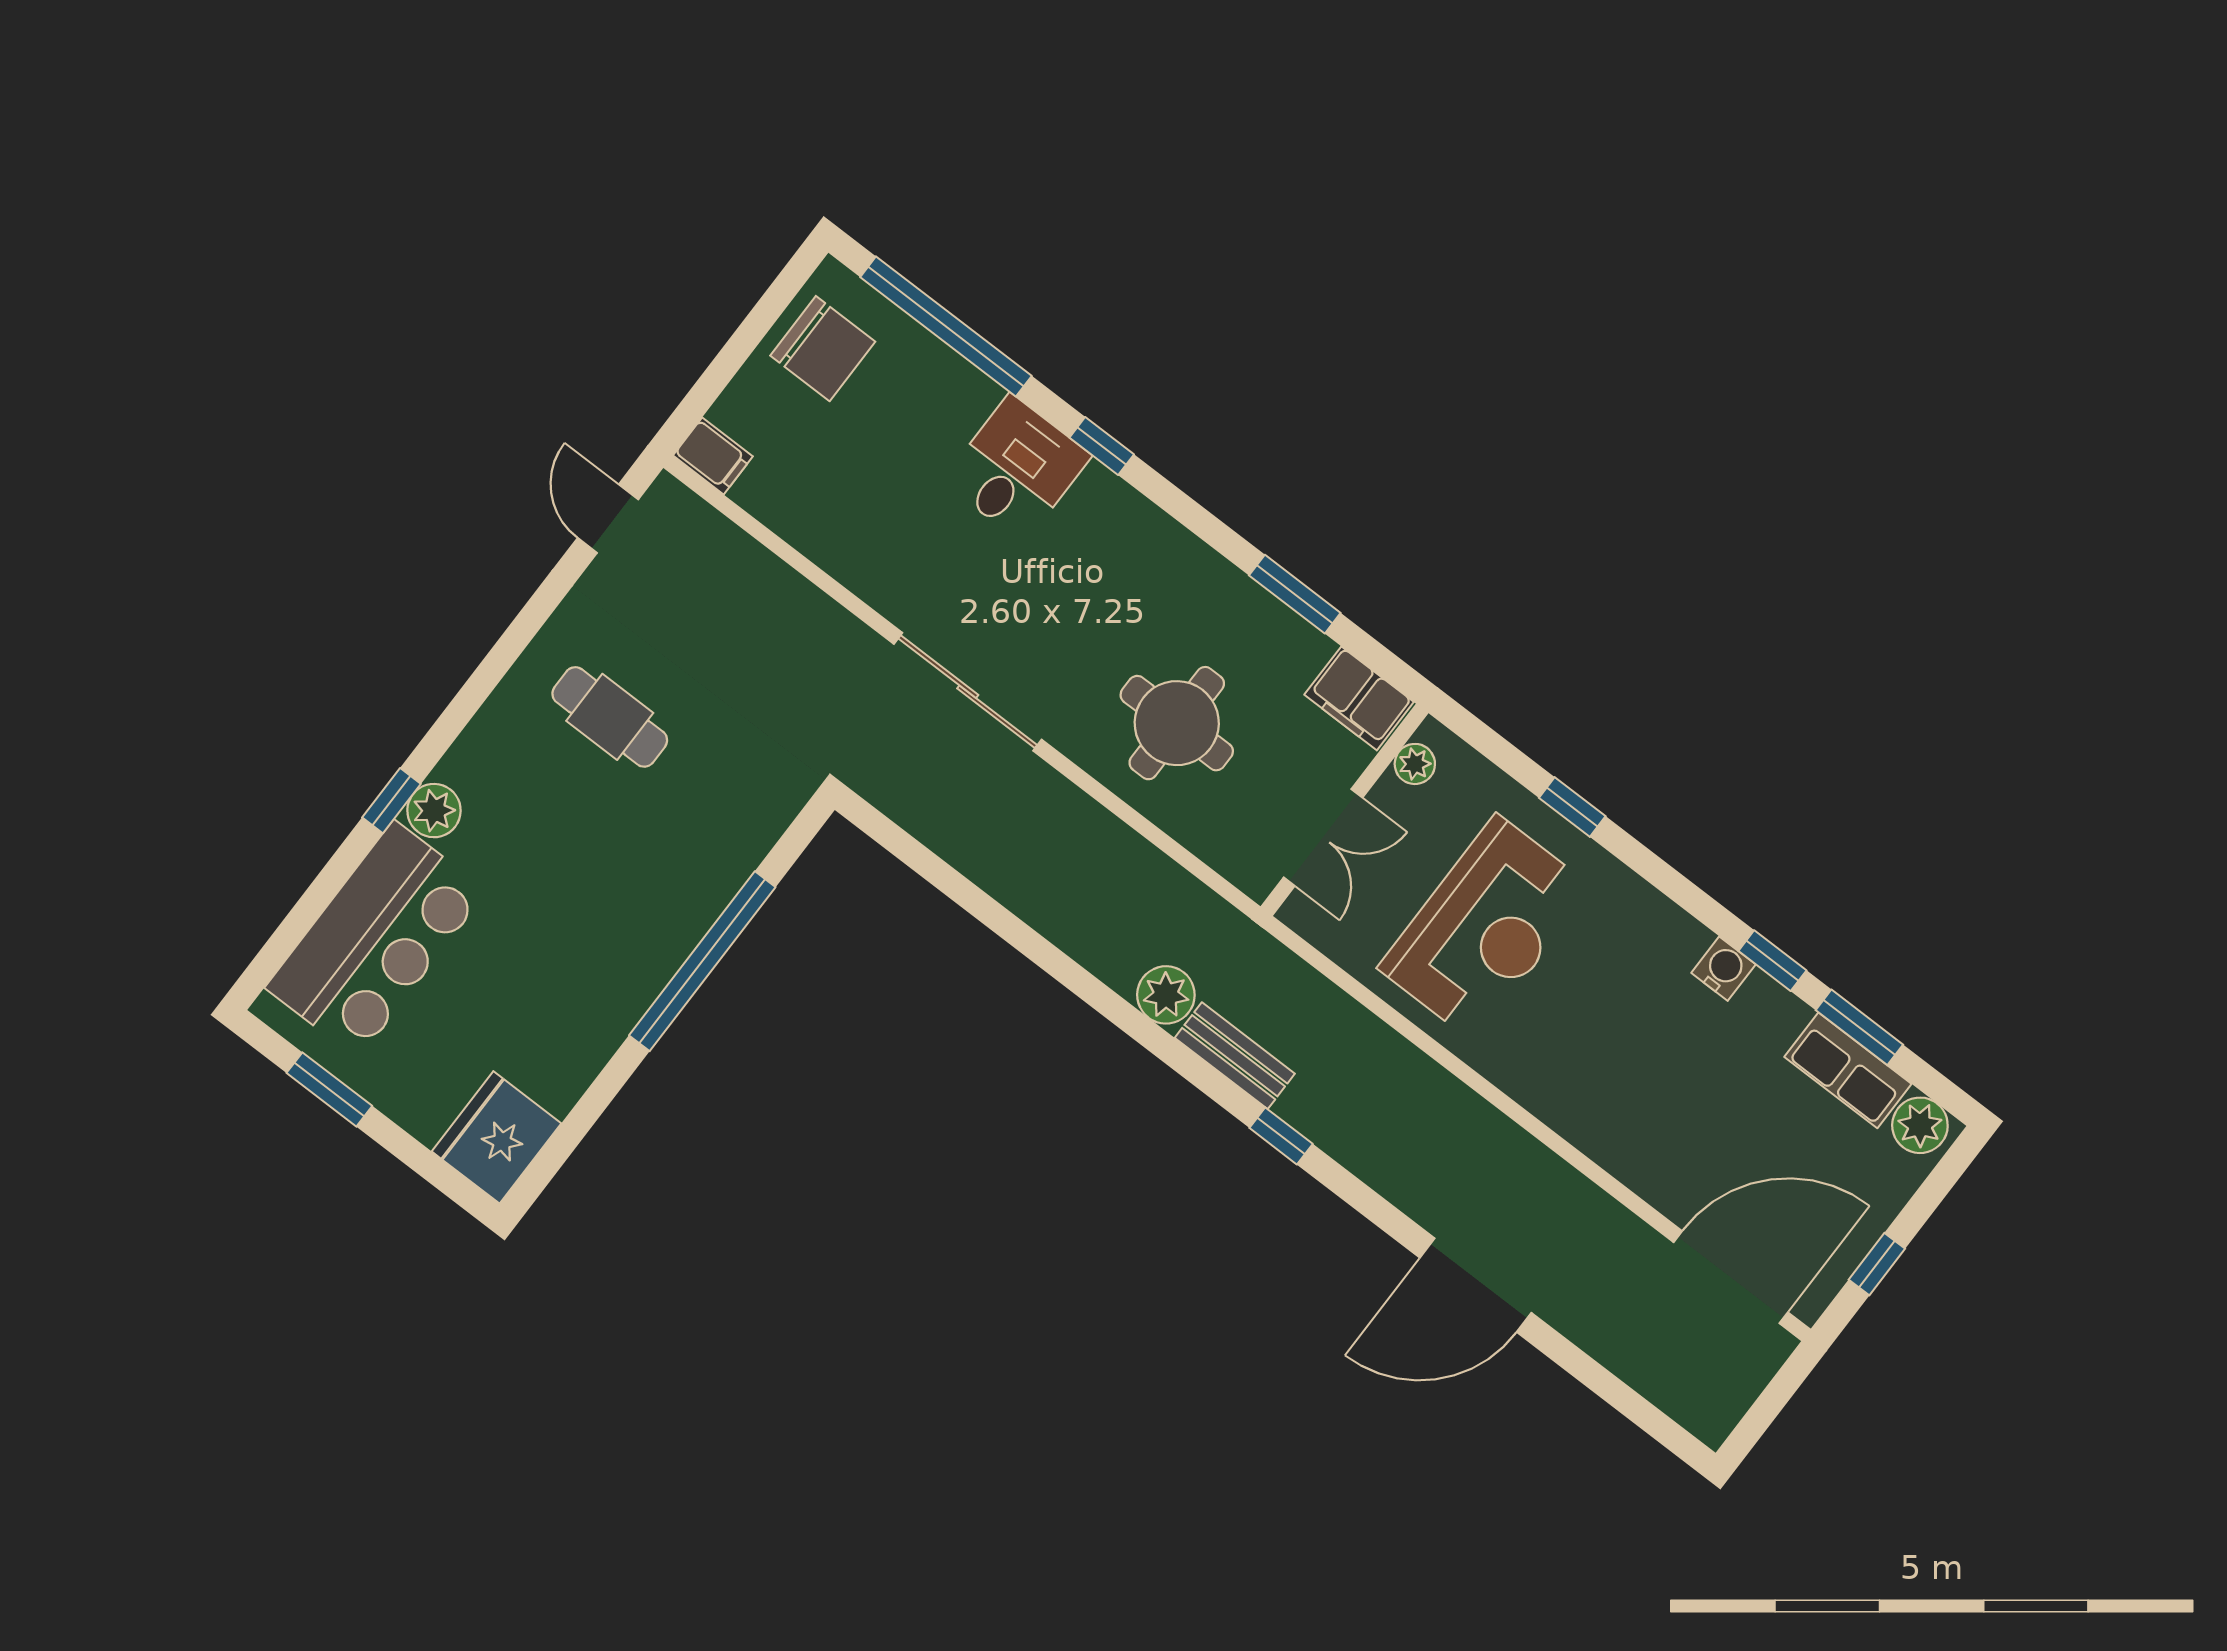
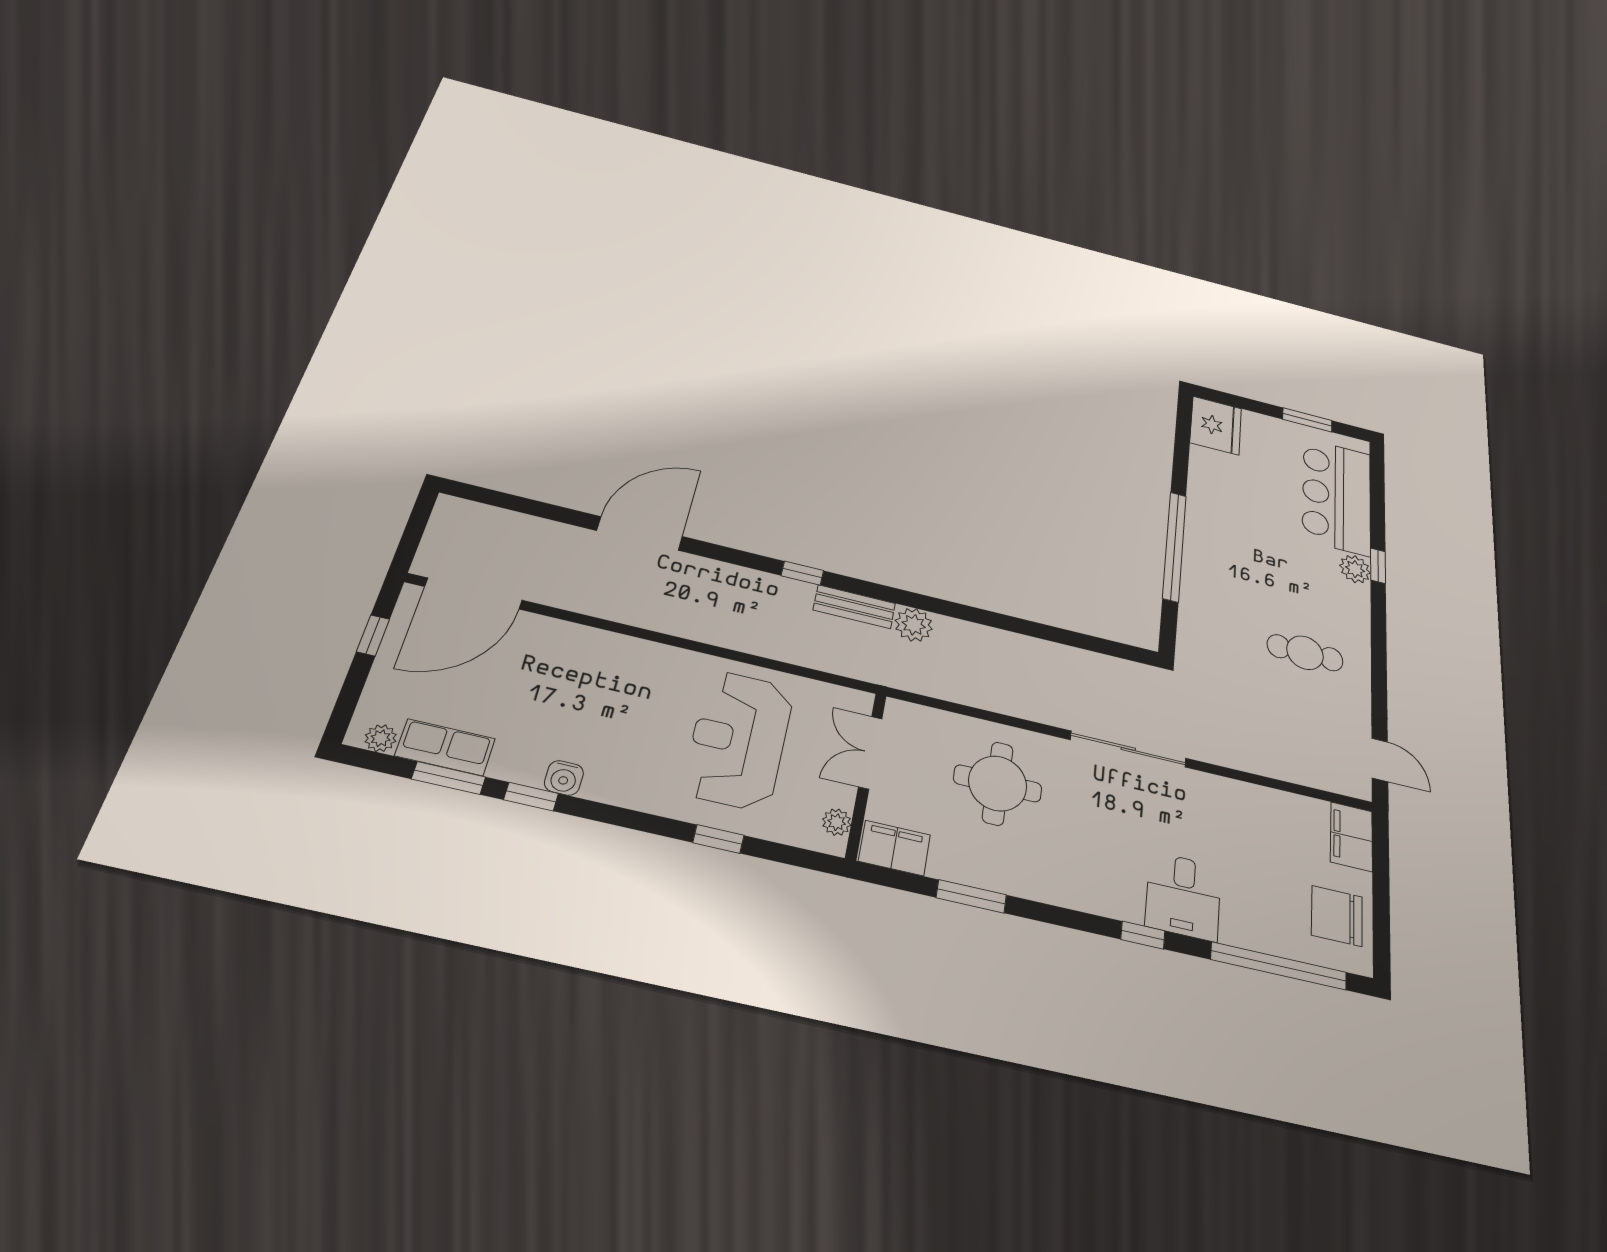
filing cabinet: (713, 456) -> (1351, 837), width x2.00
plant: (1920, 1125) -> (381, 738), width x0.73, depth x0.73

